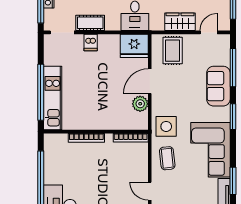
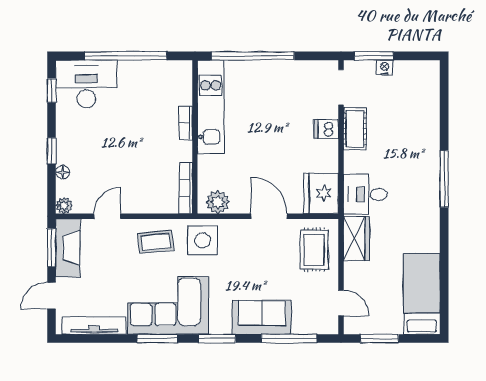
wardrobe: (180, 22) -> (356, 238), moved
rug: (173, 51) -> (314, 250), turned 90
kitchen unit: (53, 98) -> (211, 107), moved, turned -90
plant: (140, 104) -> (218, 202), moved
bookcase: (86, 138) -> (186, 123), width x0.64
window: (233, 181) -> (157, 339), moved

